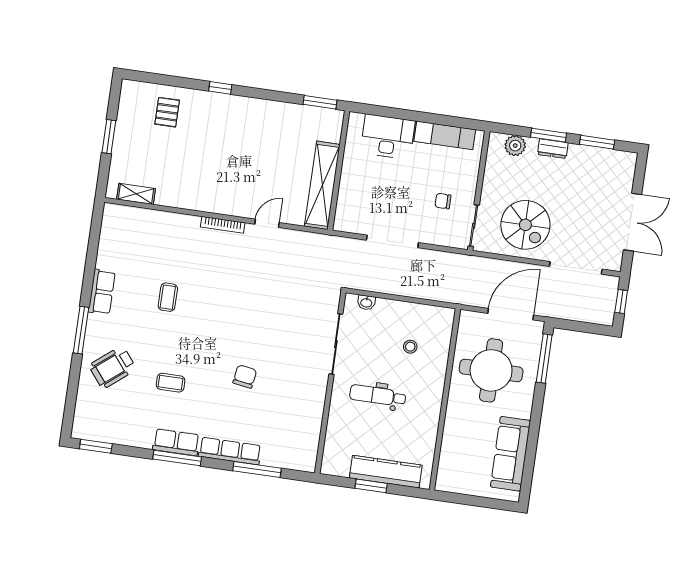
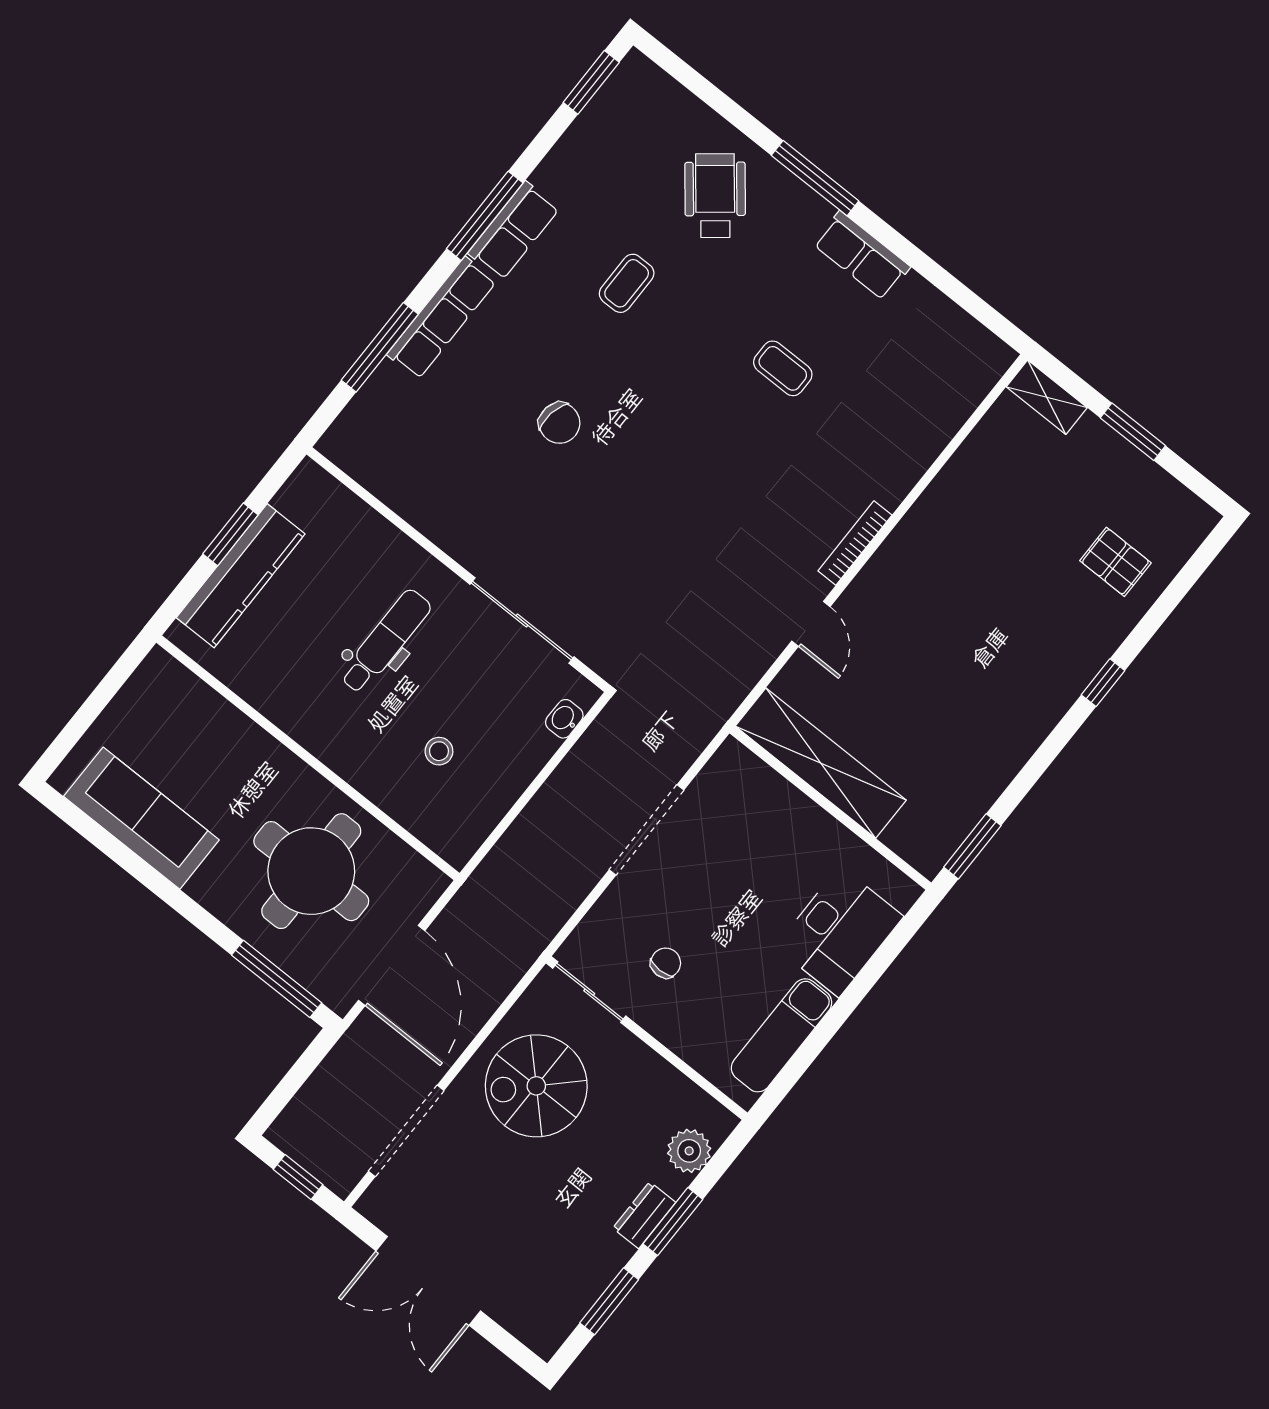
shelving: (136, 194) -> (1047, 397), moved, turned 90

